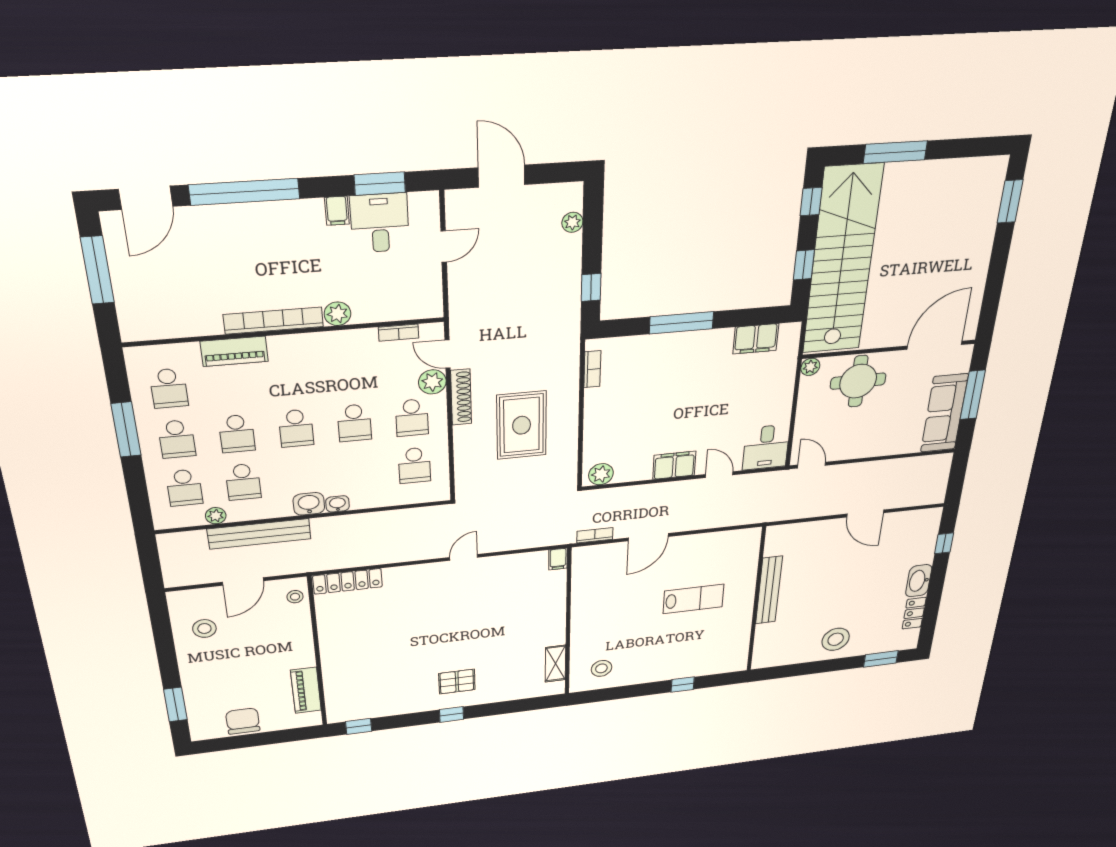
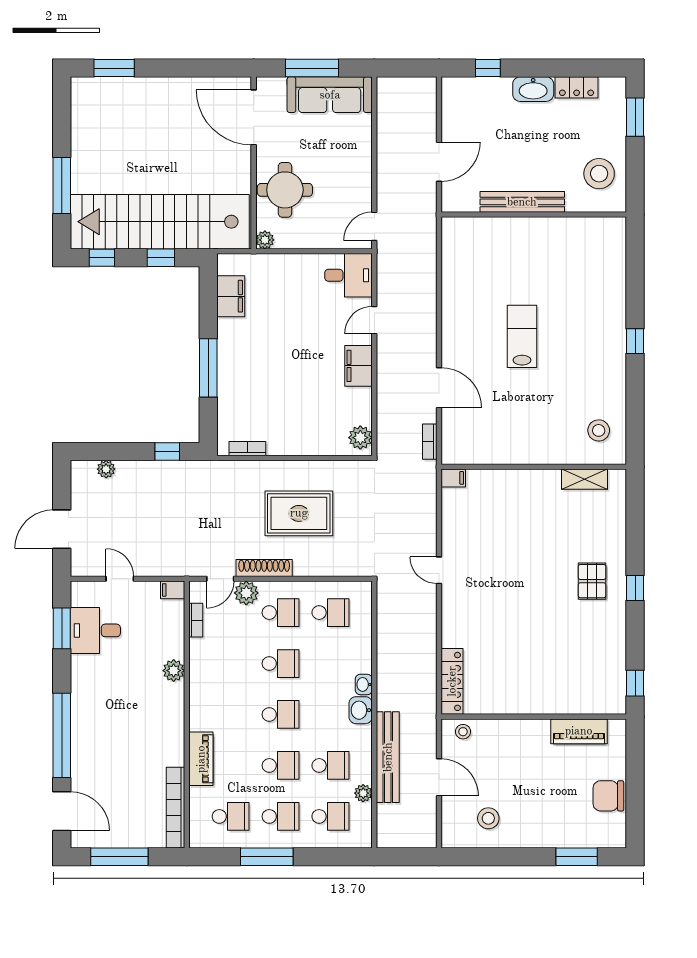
filing cabinet: (337, 211) -> (173, 590), moved, turned 180
bookcase: (274, 321) -> (175, 808), moved
bench: (769, 590) -> (522, 202), moved
wall: (756, 601) -> (534, 215), moved

